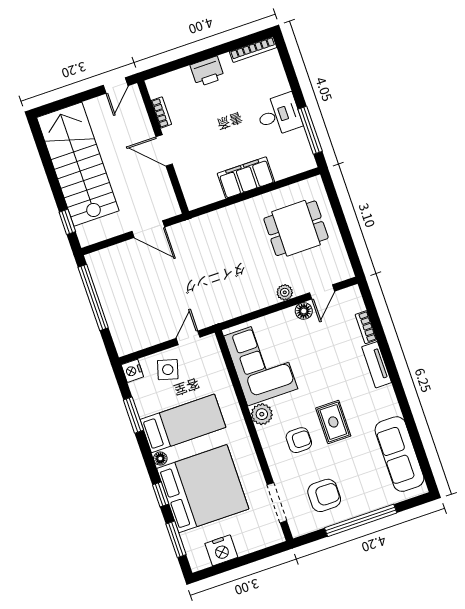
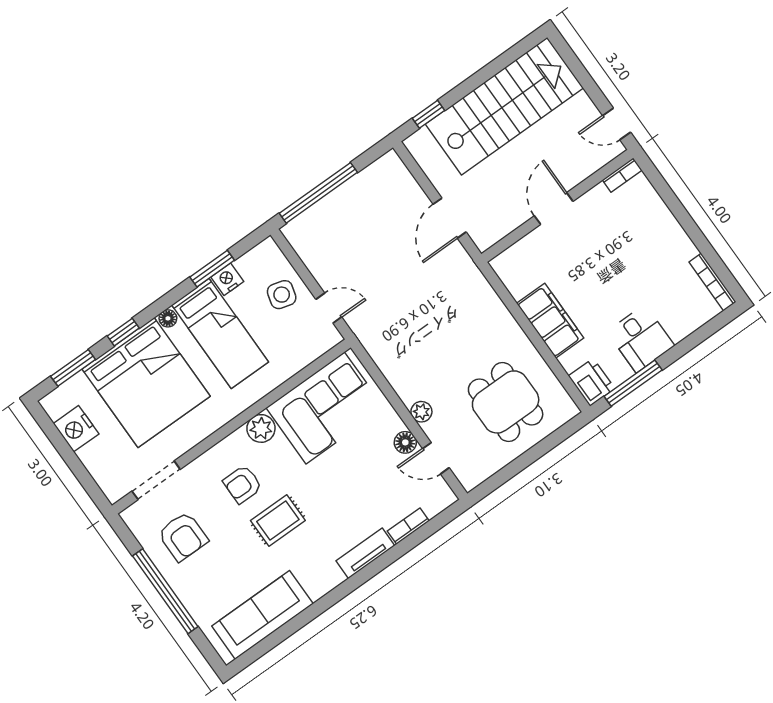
printer: (207, 72) -> (592, 382), moved, turned 180
bookcase: (161, 112) -> (622, 175), moved
window: (93, 298) -> (318, 193), moved
nightstand: (132, 371) -> (227, 279), moved
armchair: (299, 440) -> (242, 484), turned 90

